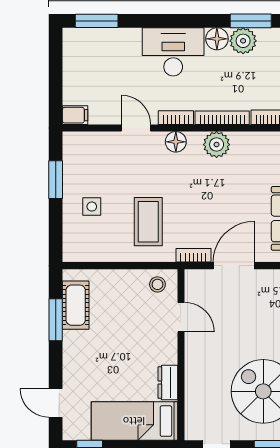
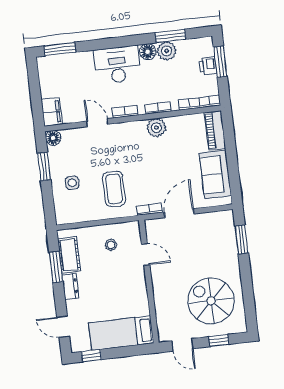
filing cabinet: (75, 115) -> (52, 112), width x2.00
bookcase: (222, 118) -> (158, 108), width x0.64
floor lamp: (176, 142) -> (53, 138), moved
stool: (157, 284) -> (111, 245), moved
dresser: (168, 383) -> (70, 286), moved, turned 180

